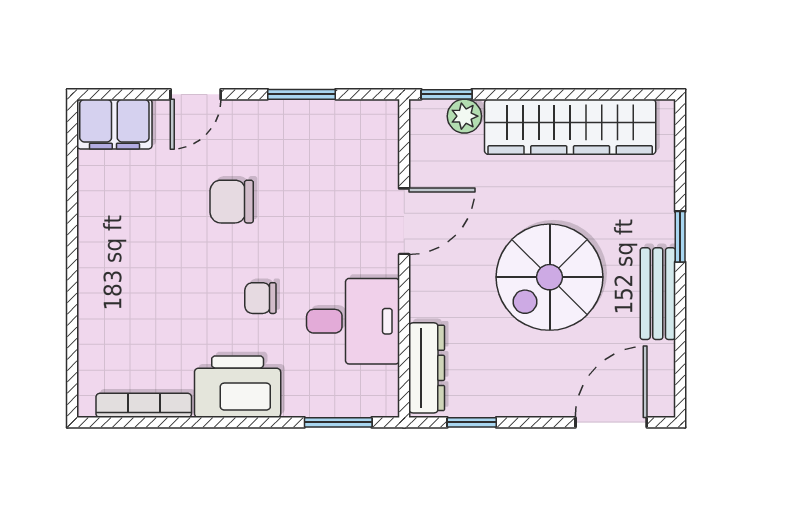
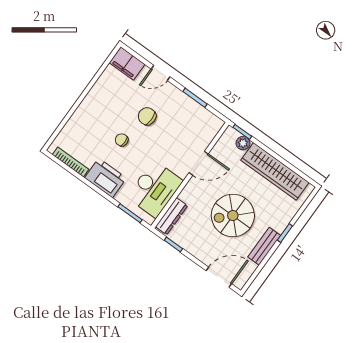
chair: (260, 298) -> (122, 140), moved
desk: (353, 321) -> (155, 189), width x1.37

